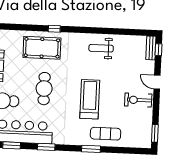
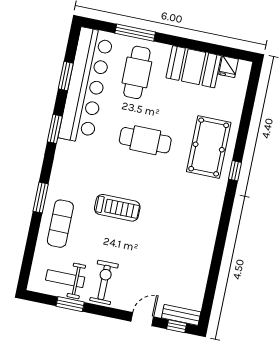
weight bench: (101, 48) -> (65, 279), moved, turned -90
door: (157, 82) -> (142, 319), moved
treadmill: (90, 99) -> (117, 208), width x0.73, depth x0.73
window: (155, 133) -> (70, 304), moved

